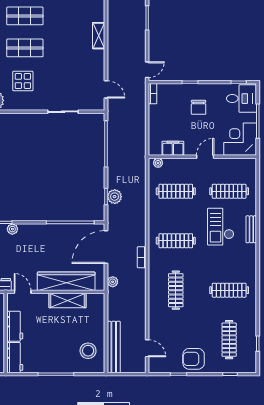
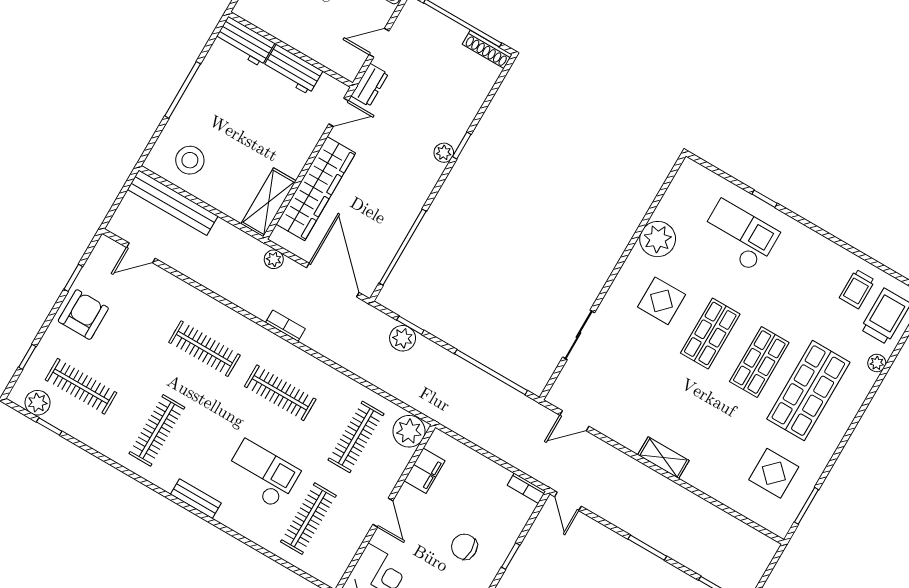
plant: (158, 163) -> (409, 431), width x1.87, depth x1.87
bench: (251, 229) -> (196, 499), moved
clothes rail: (176, 241) -> (280, 393), turned 90
shelving: (68, 300) -> (268, 202), moved
plant: (249, 356) -> (38, 403), added

